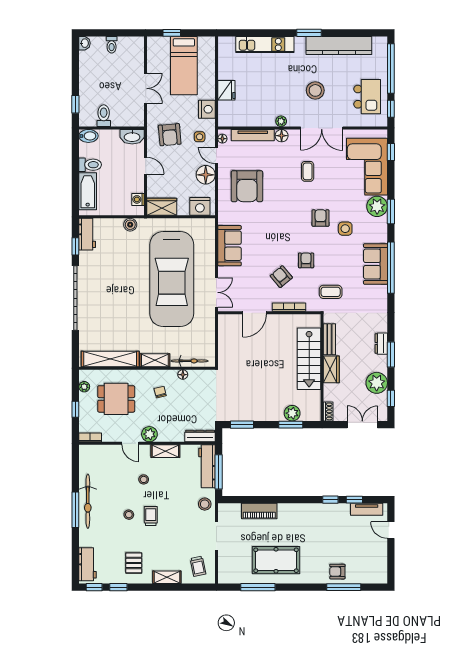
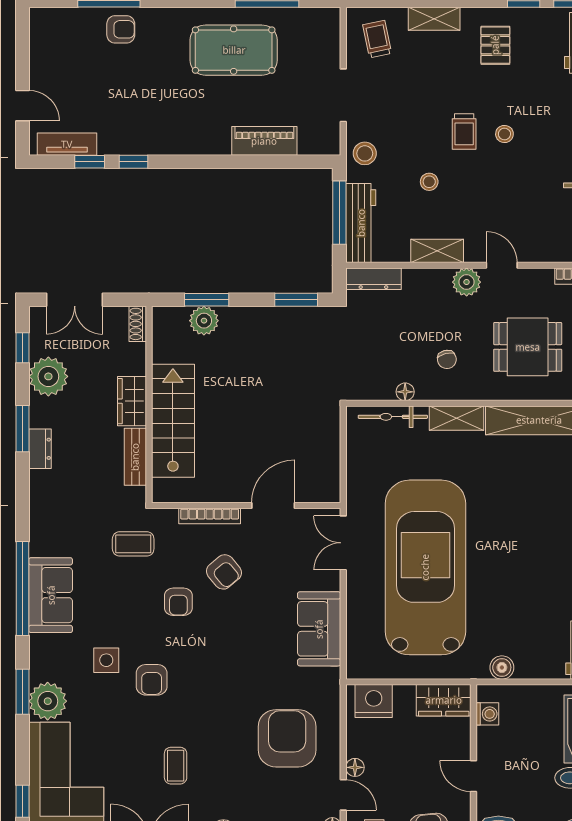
floor lamp: (206, 175) -> (355, 767), width x0.53, depth x0.53
stool: (144, 479) -> (429, 182), moved

